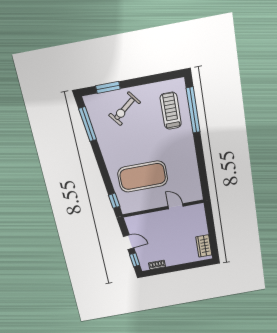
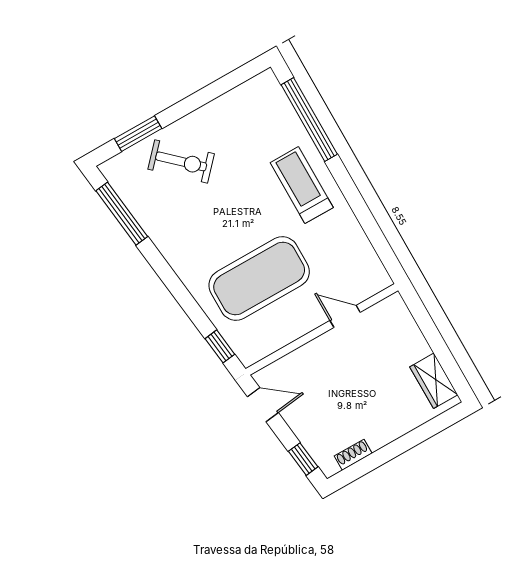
exercise bike: (125, 109) -> (181, 161), turned -99
treadmill: (171, 111) -> (302, 185), moved
door: (129, 242) -> (263, 405), moved

